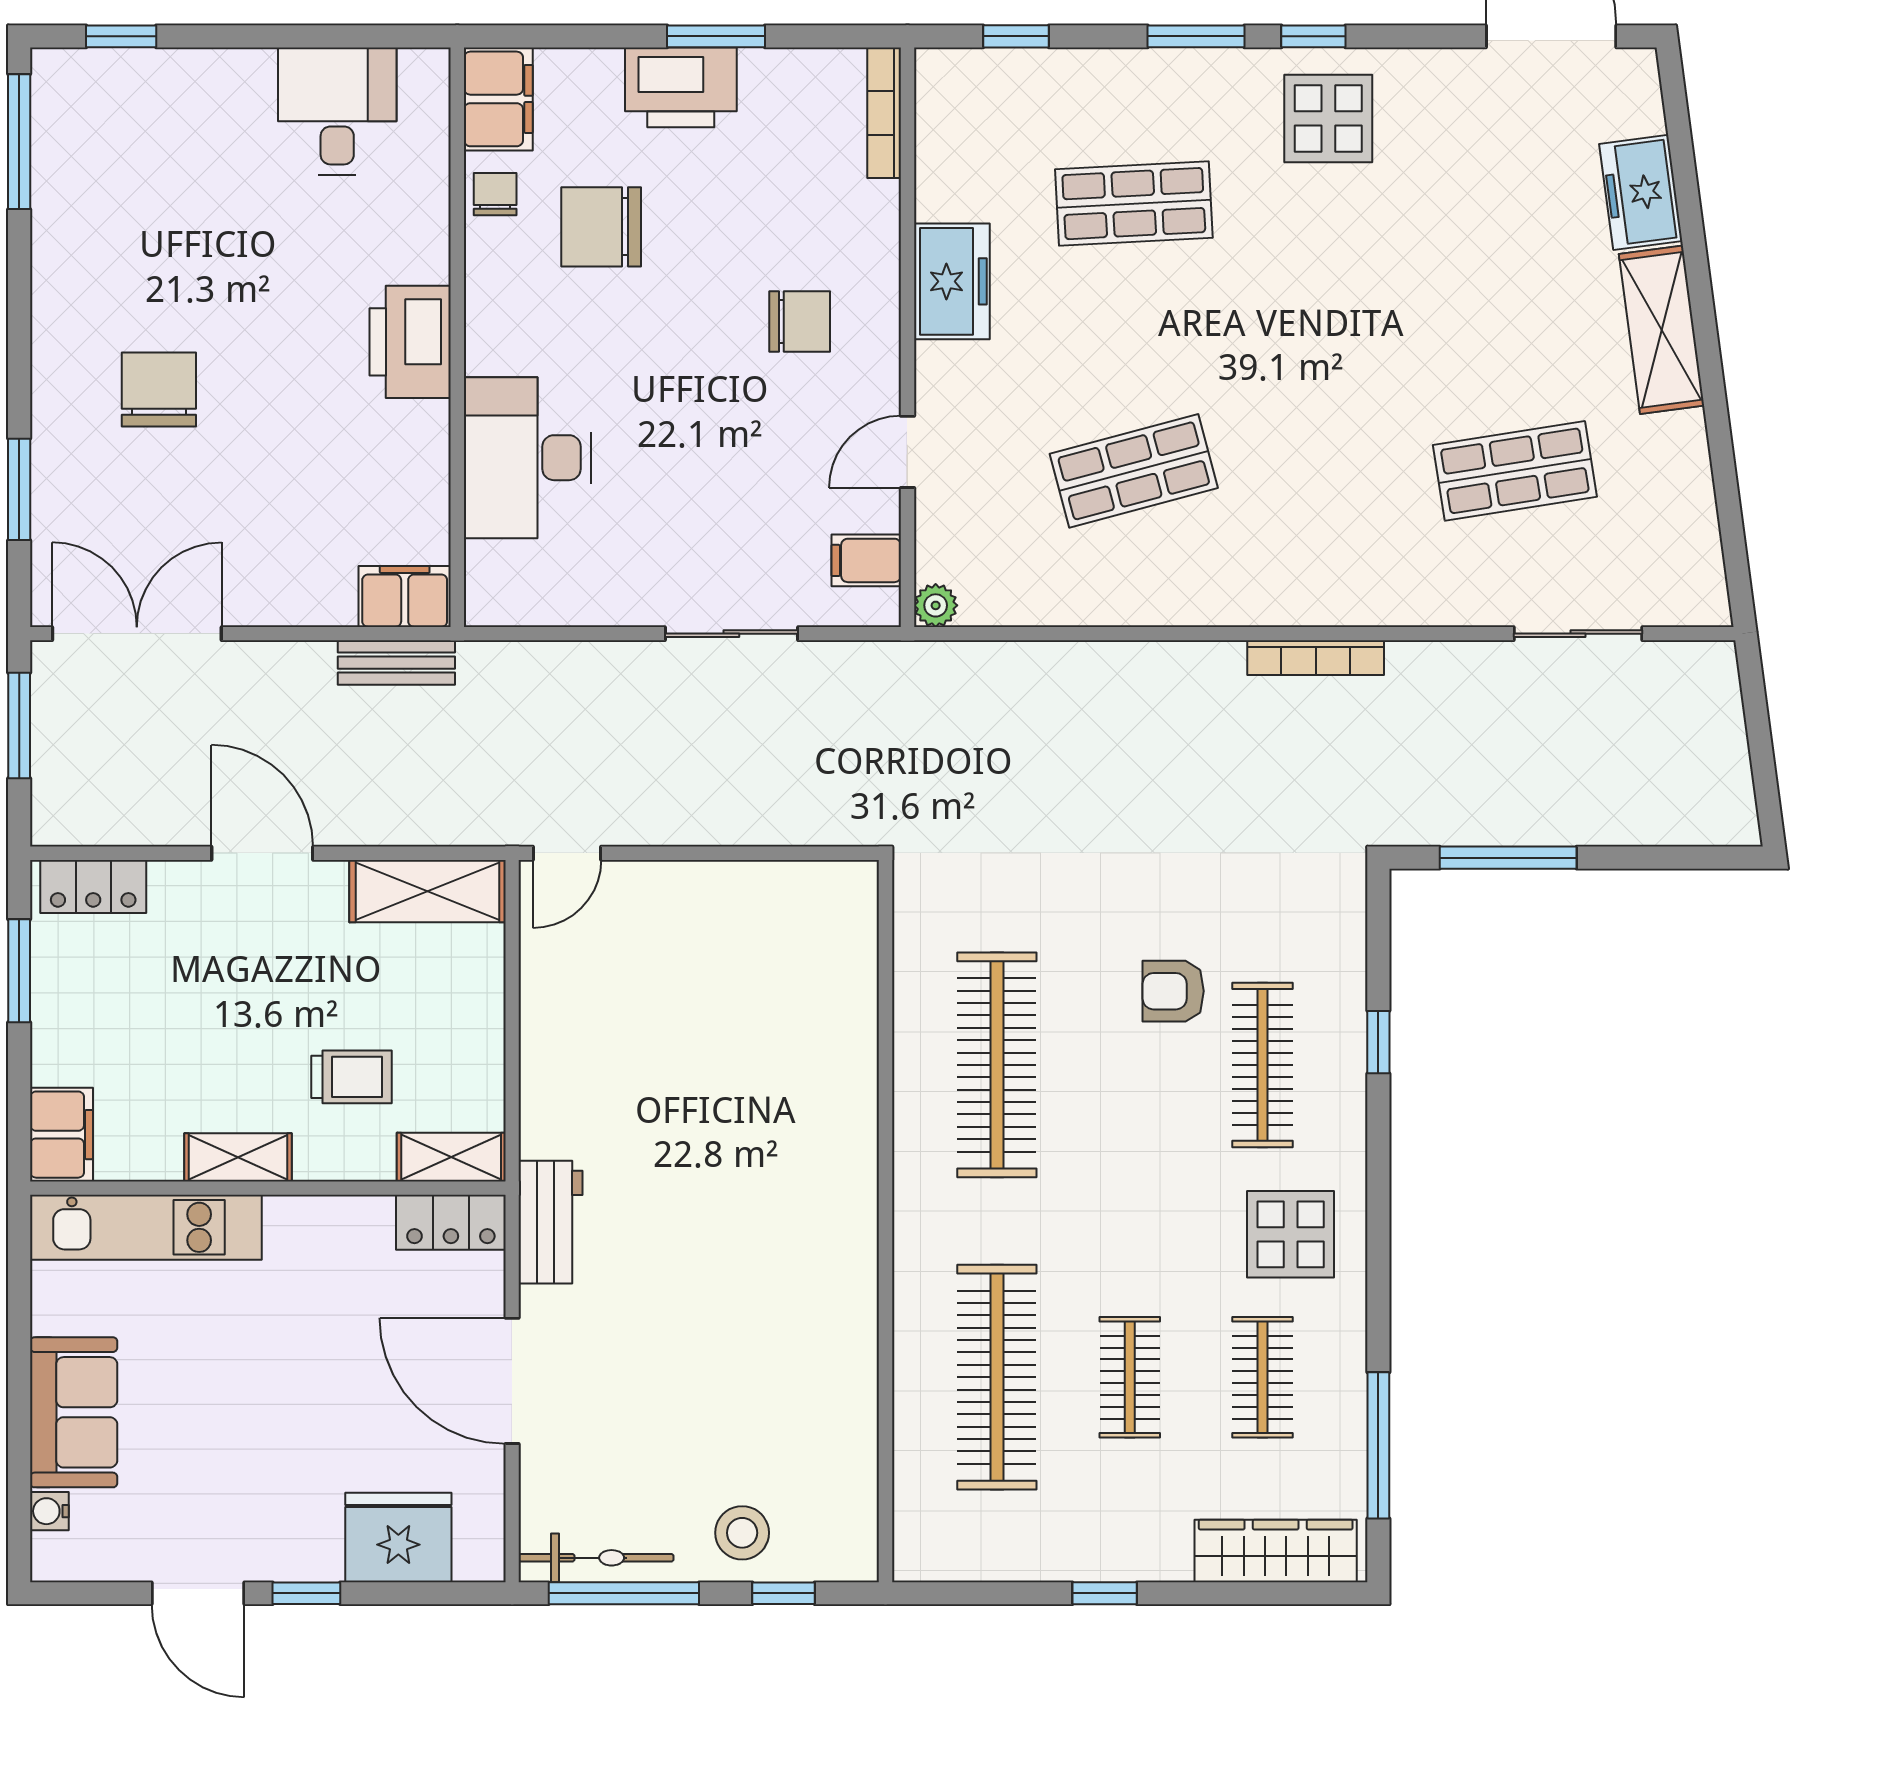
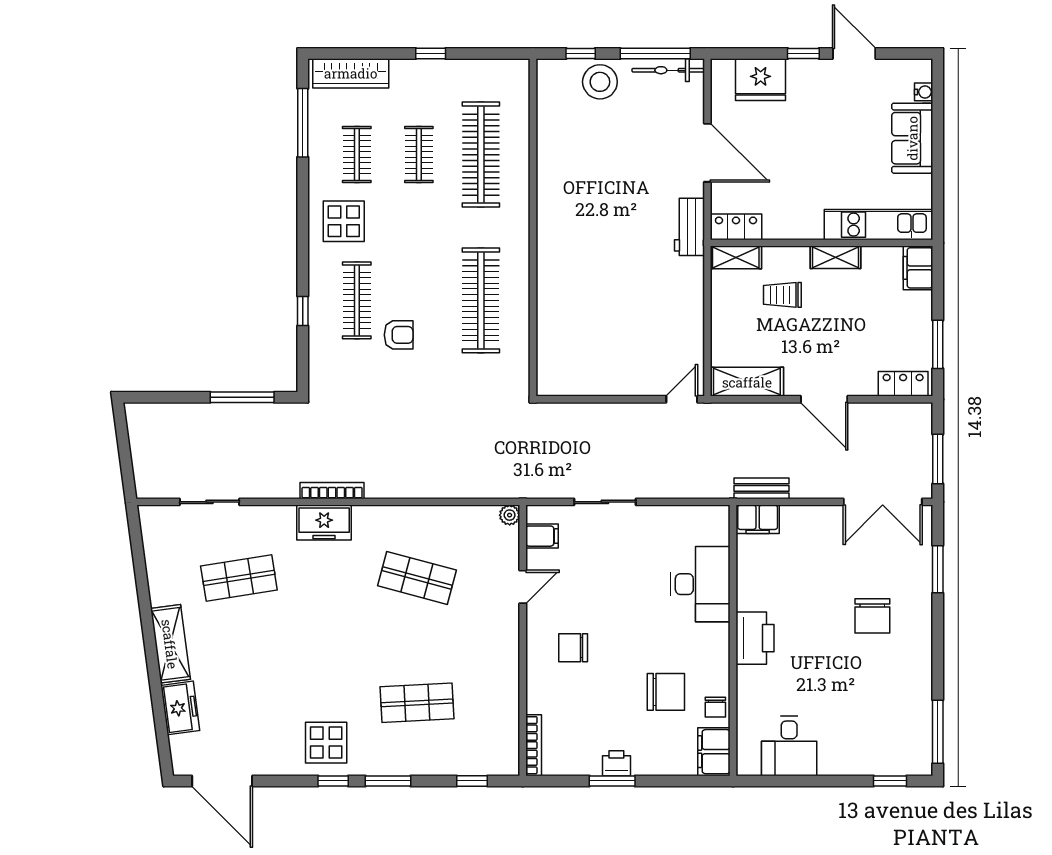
printer: (681, 87) -> (616, 763), width x0.53, depth x0.68
freezer: (952, 281) -> (324, 523), moved, turned -90
shop shelf: (1134, 471) -> (417, 578), turned 30
stool: (742, 1533) -> (600, 82), width x1.38, depth x1.38

